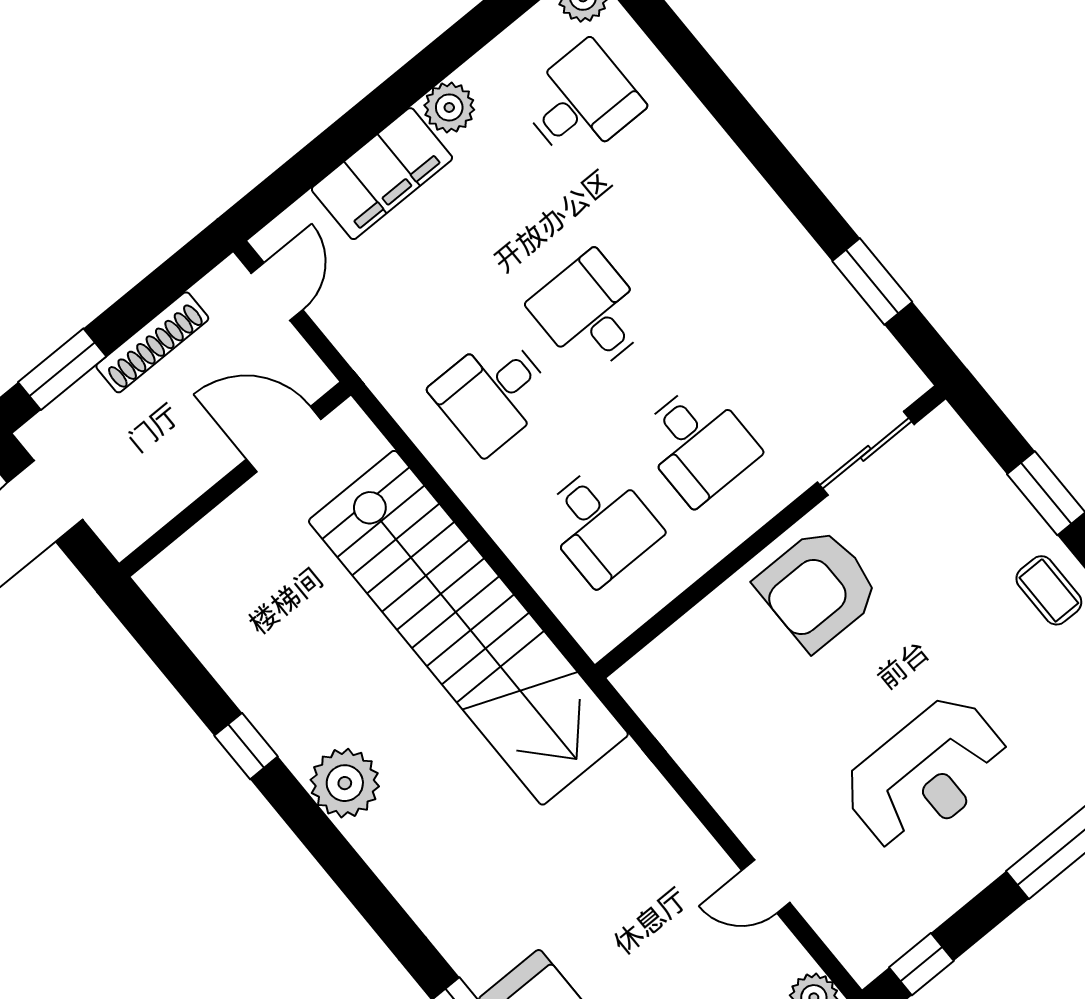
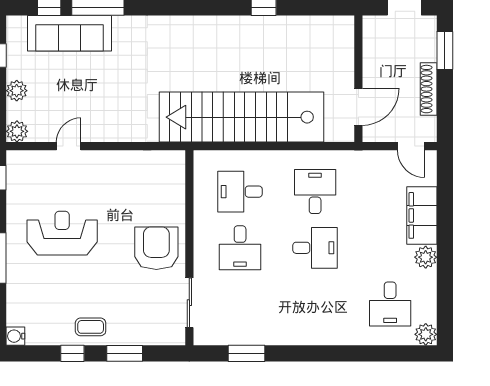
desk: (698, 444) -> (240, 248), turned -90
reception desk: (926, 774) -> (62, 233), turned 90
plant: (345, 783) -> (223, 31), removed

